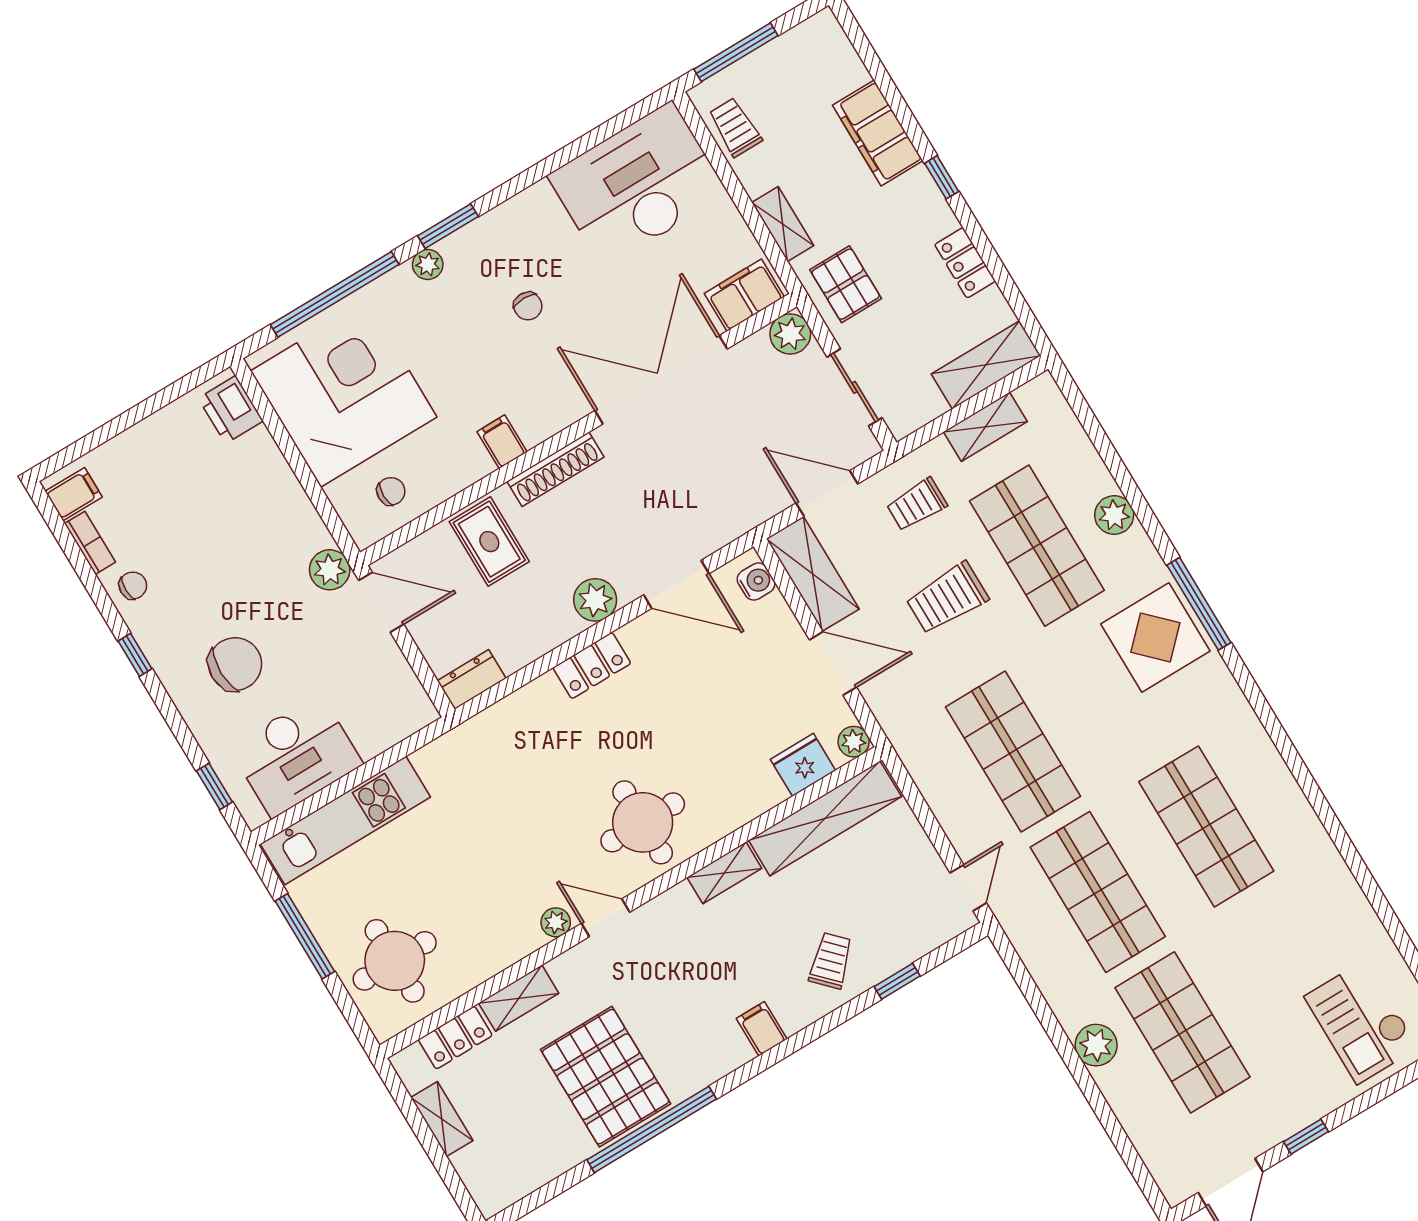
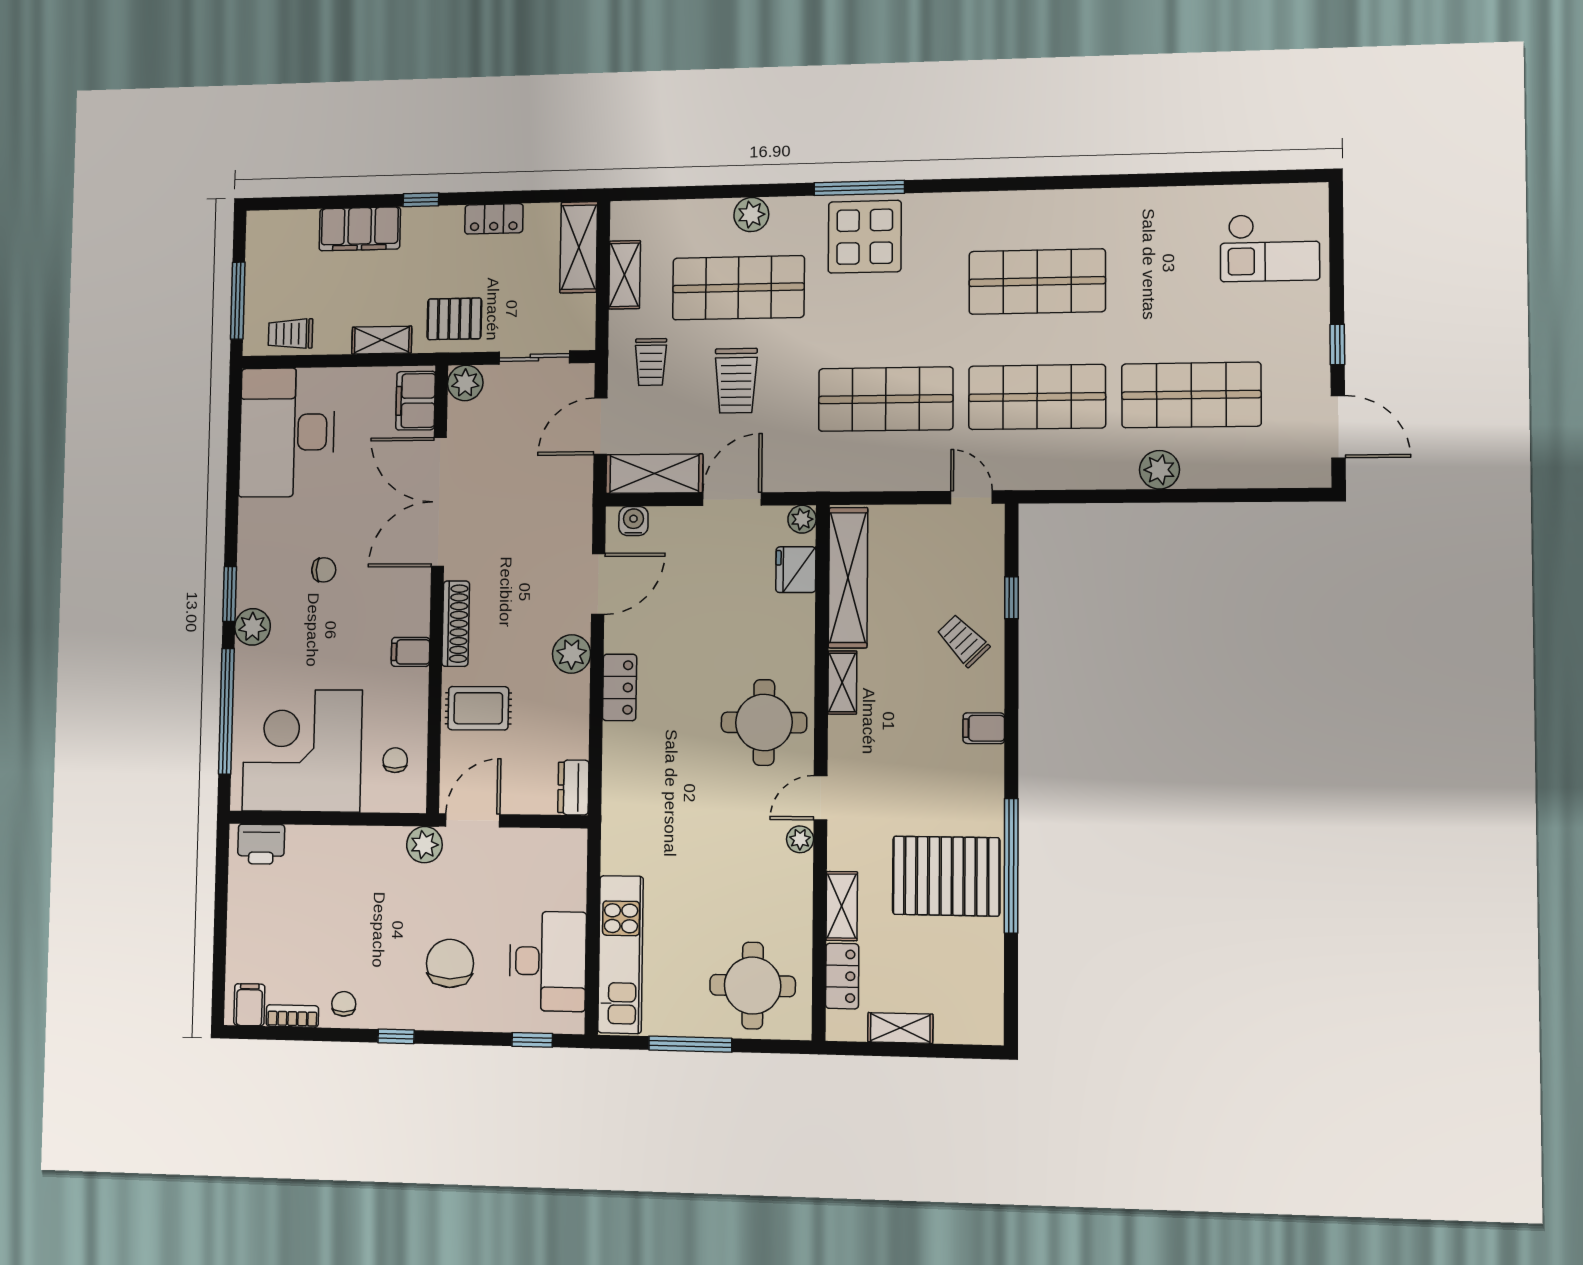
plant: (428, 264) -> (253, 627), width x1.38, depth x1.38

